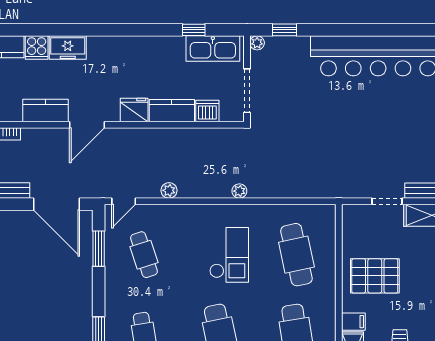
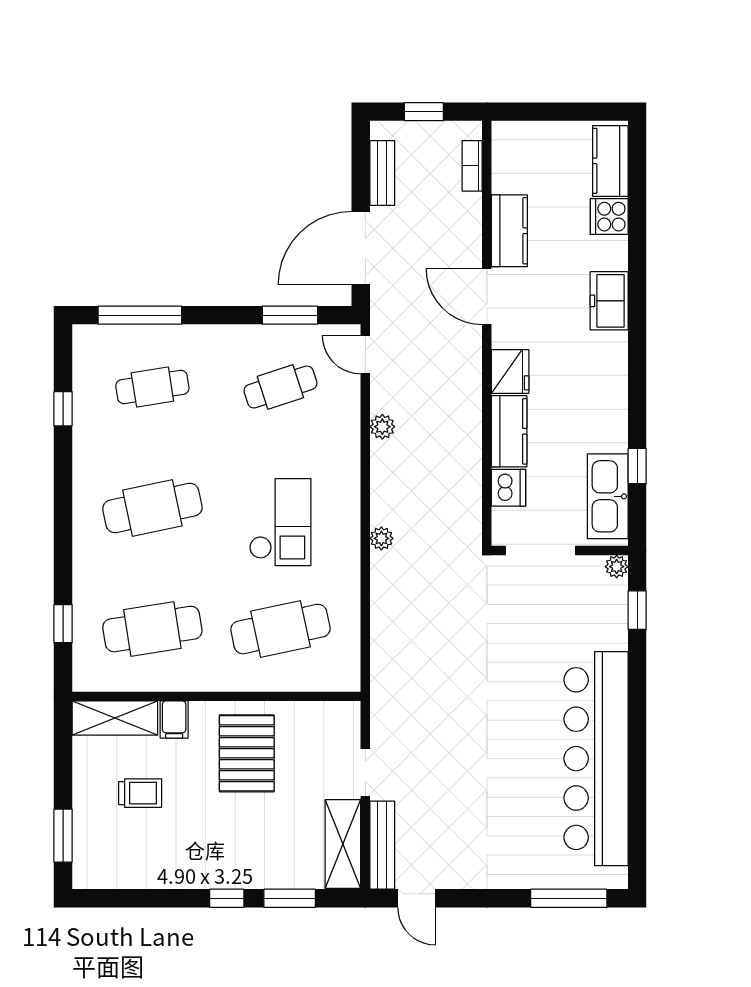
freezer: (68, 48) -> (609, 301), moved
checkout: (229, 255) -> (280, 522), turned -90

